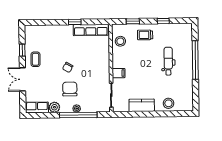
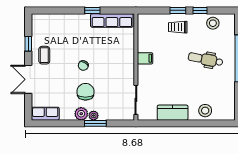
window: (133, 21) -> (178, 10), moved
stool: (120, 41) -> (213, 23), moved
dental chair: (168, 61) -> (206, 59), turned -79
filing cabinet: (119, 73) -> (145, 58), moved
plant: (54, 107) -> (81, 114), moved
window: (78, 115) -> (95, 123), width x0.47

